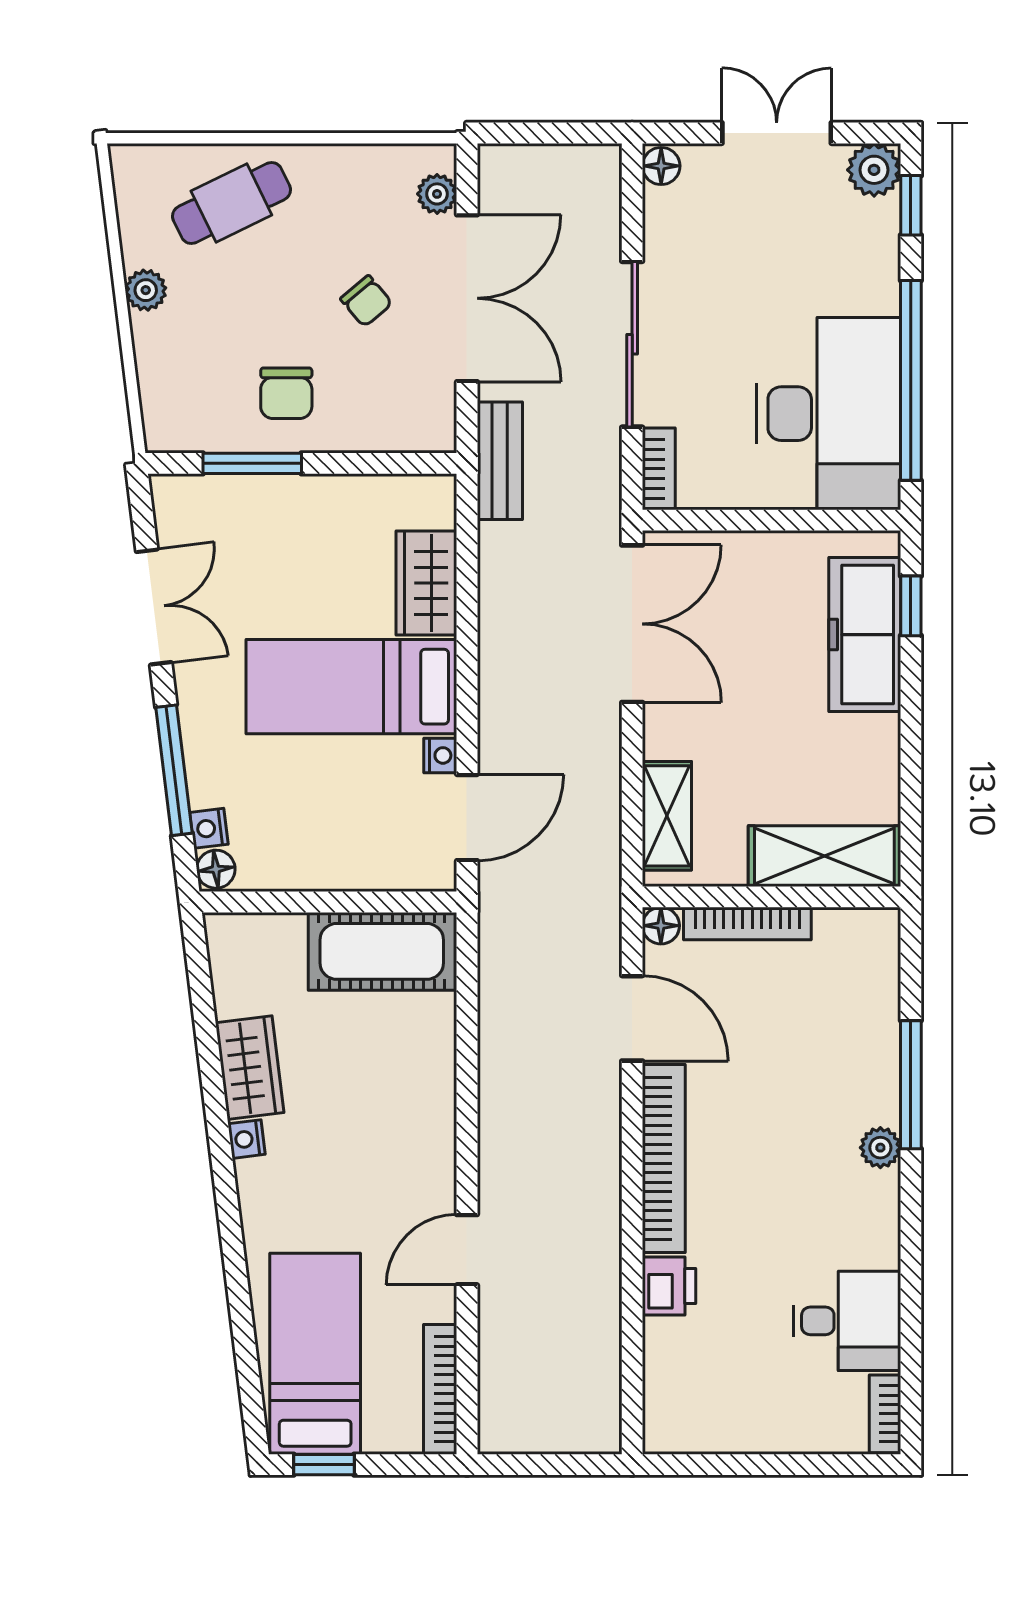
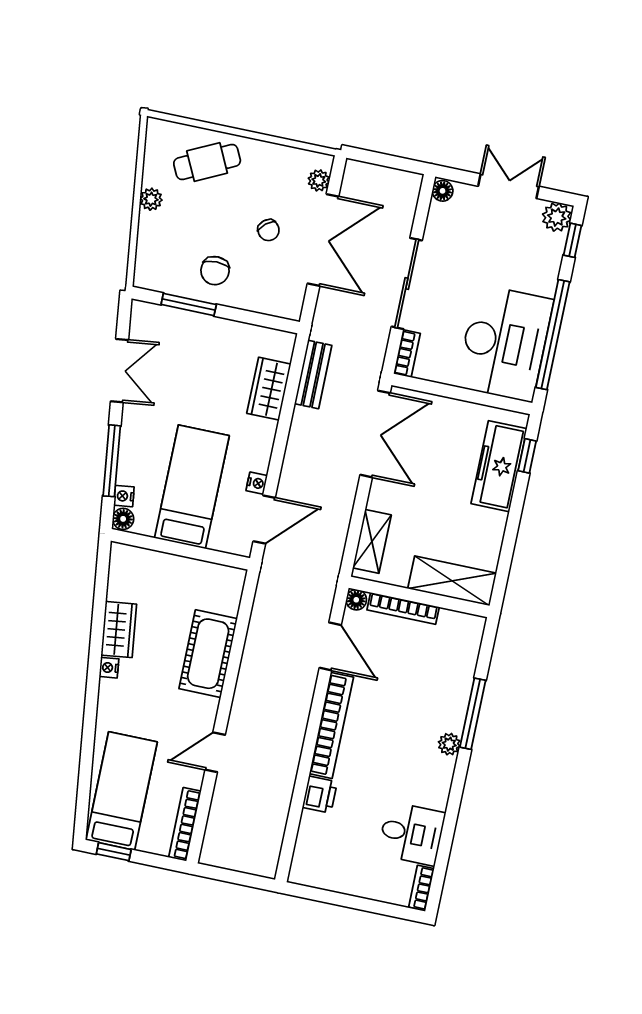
bench: (500, 461) -> (313, 375), moved
bed: (351, 687) -> (192, 487), moved, turned 90
cot: (382, 951) -> (208, 654), moved, turned 90

